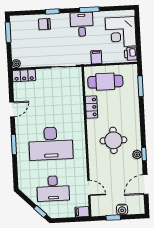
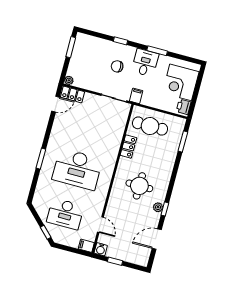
chair: (44, 24) -> (117, 66), moved
filing cabinet: (96, 57) -> (136, 96), moved
door: (12, 109) -> (56, 104), moved
water cooler: (122, 210) -> (101, 249), moved

